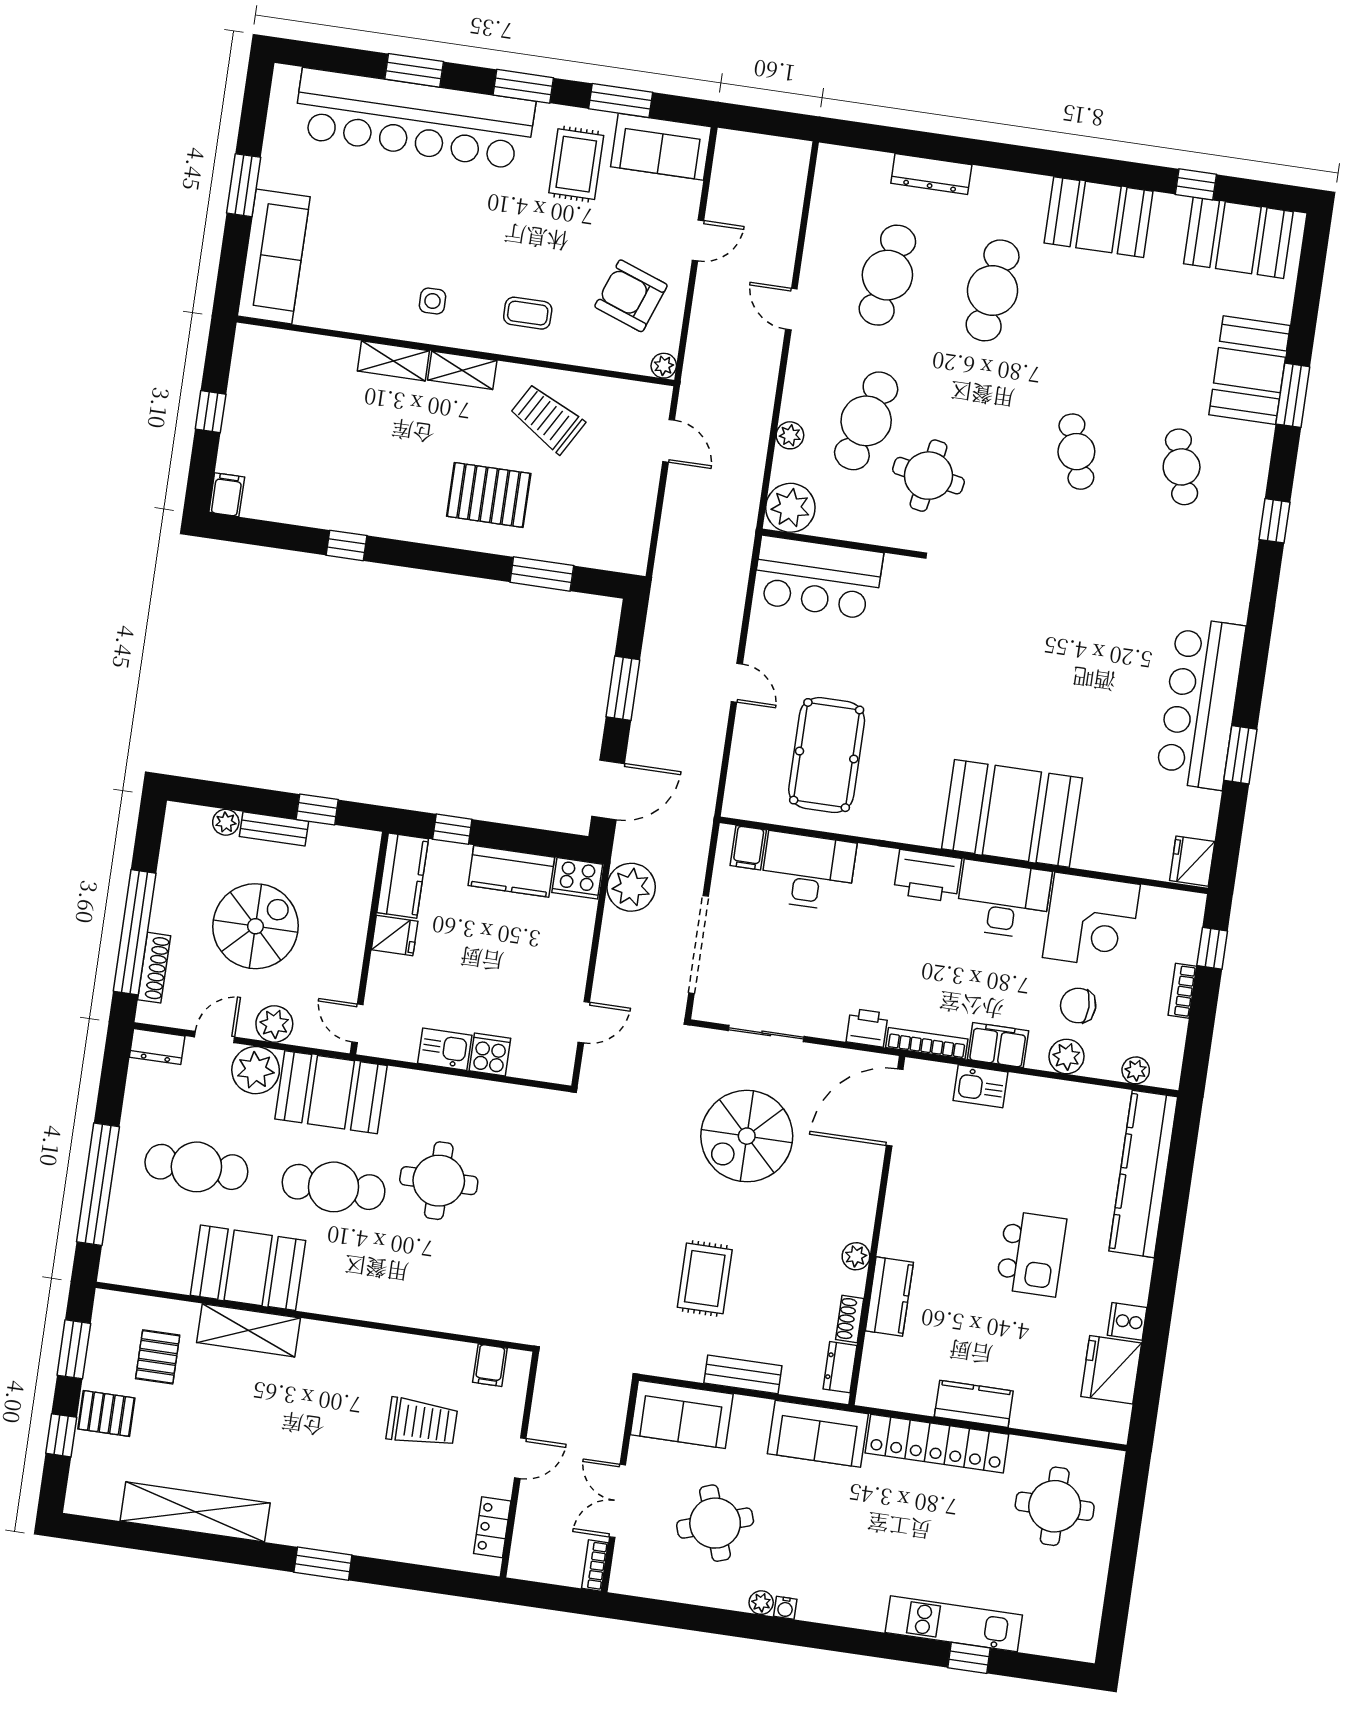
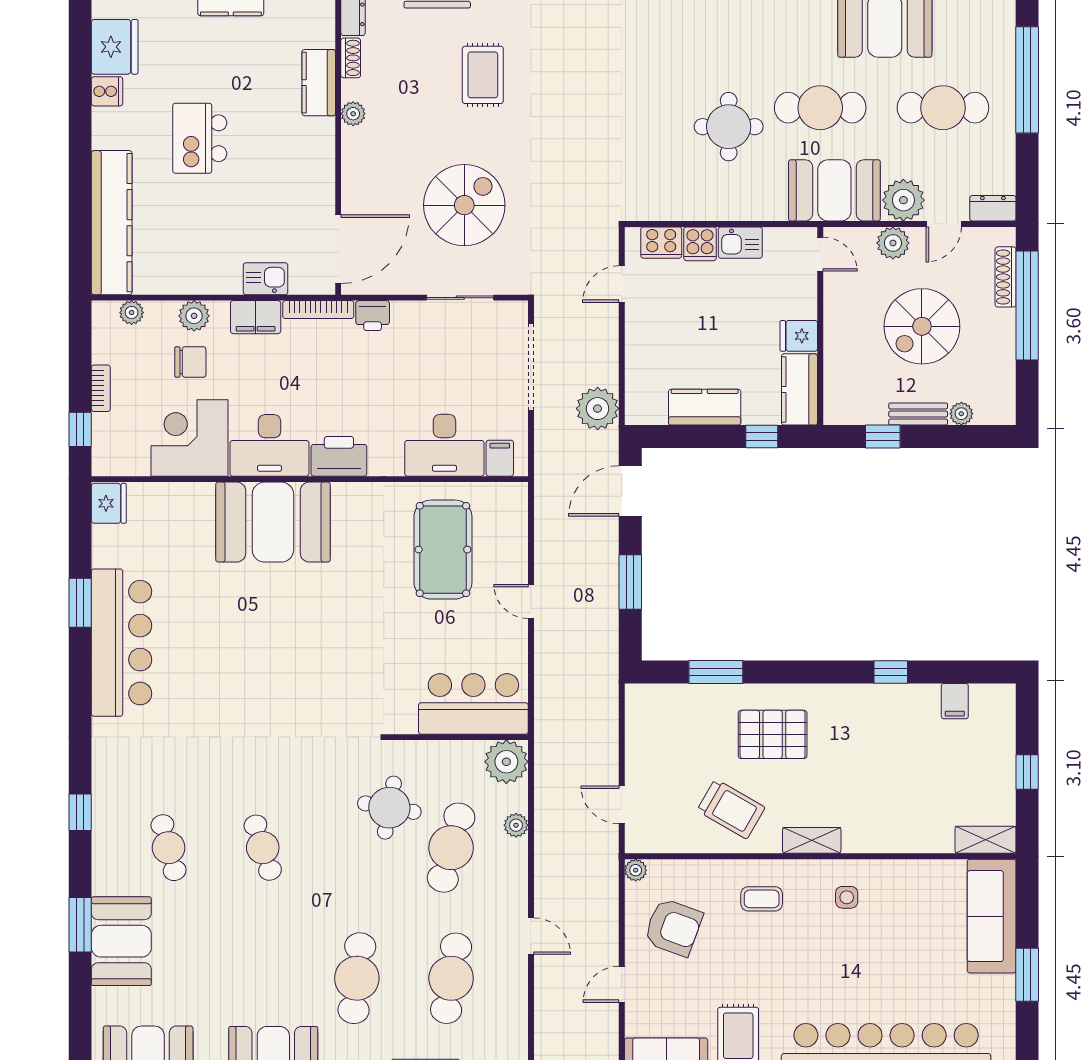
shelving: (393, 361) -> (985, 840), moved
filing cabinet: (227, 495) -> (955, 701), moved
cooker: (577, 878) -> (661, 243), moved, turned 180

